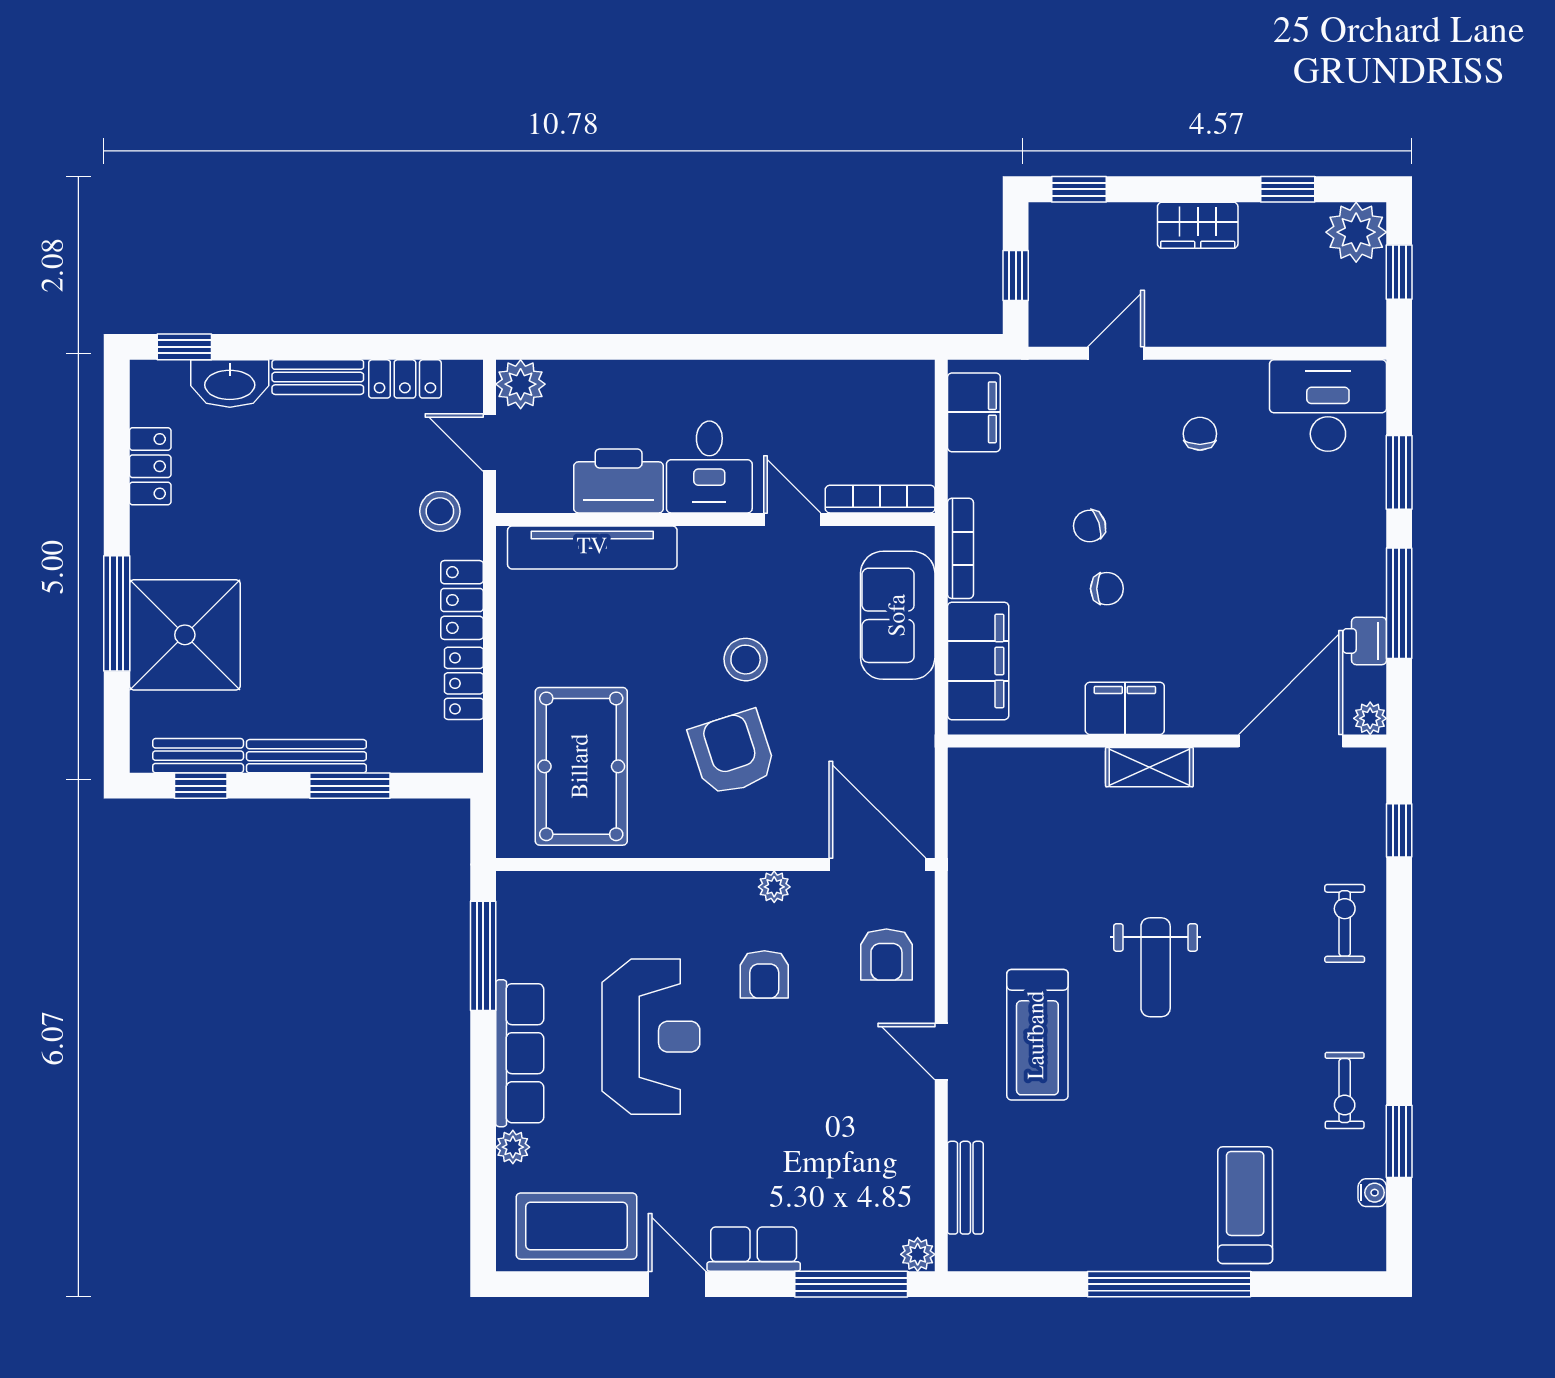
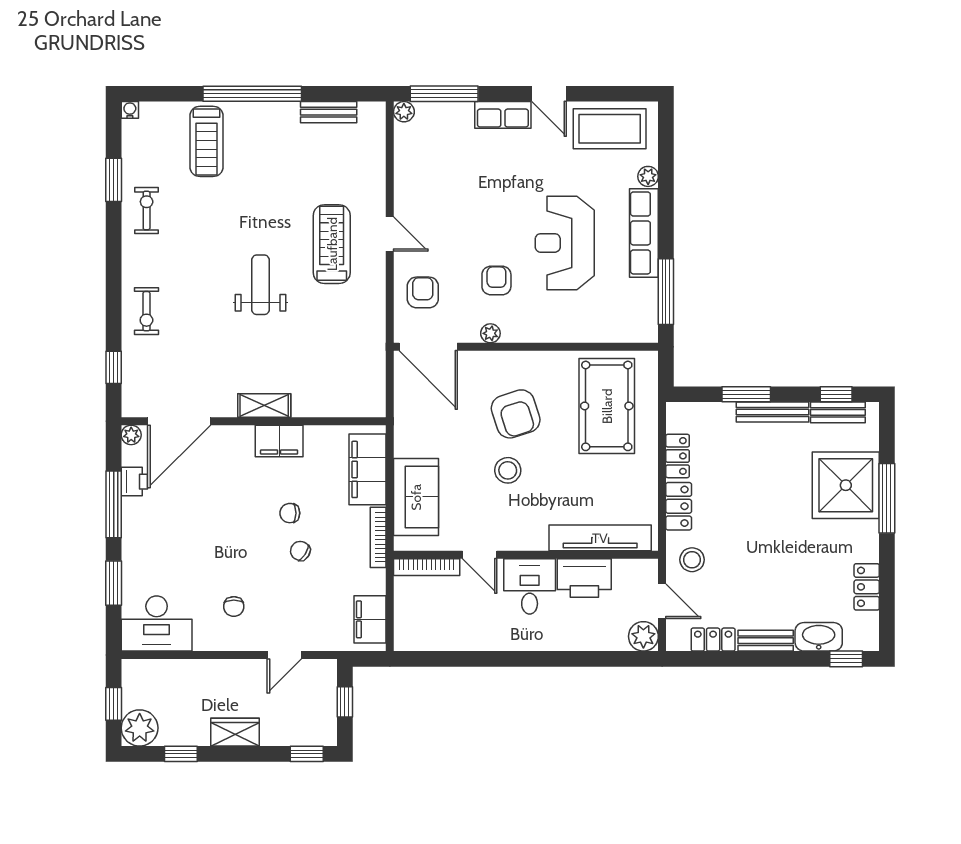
chair: (1090, 526) -> (300, 551), turned -130
bench: (965, 1188) -> (329, 112), moved, turned 90
water cooler: (1372, 1193) -> (130, 110), moved, turned 90

